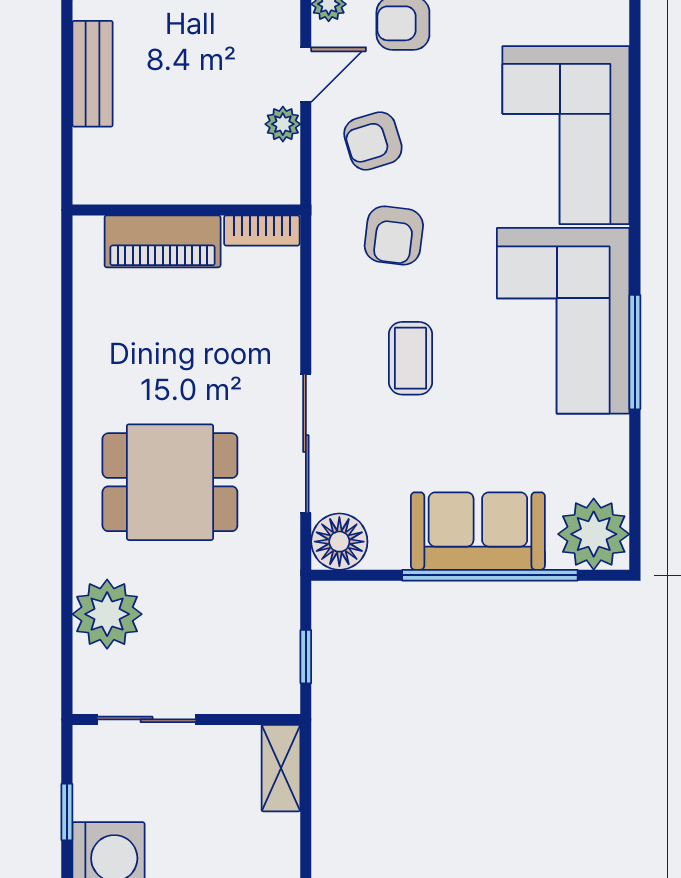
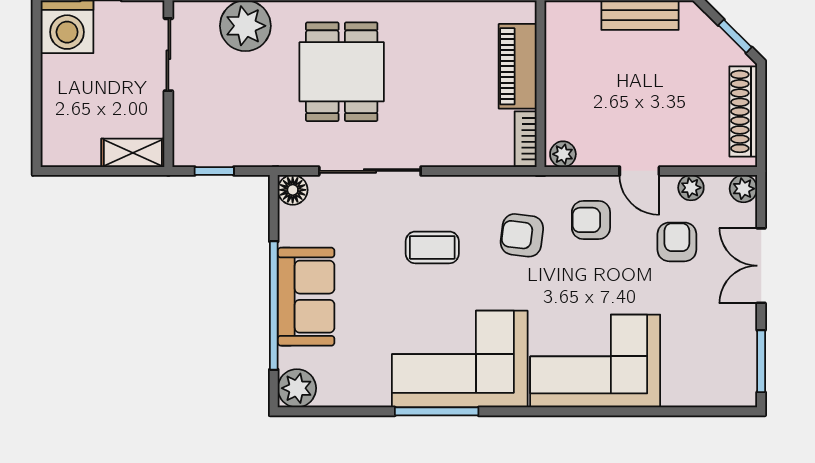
plant: (283, 124) -> (563, 154), moved
armchair: (373, 141) -> (591, 220), turned -73
plant: (594, 534) -> (297, 388), width x0.73, depth x0.73
floor lamp: (339, 542) -> (293, 190), width x0.73, depth x0.73

